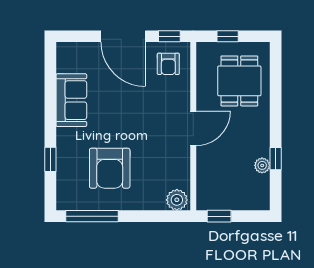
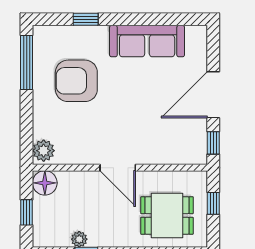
armchair: (168, 64) -> (185, 142), removed
sofa: (71, 100) -> (147, 41), width x1.36
floor lamp: (208, 199) -> (45, 183), added
window: (219, 216) -> (27, 212), moved

